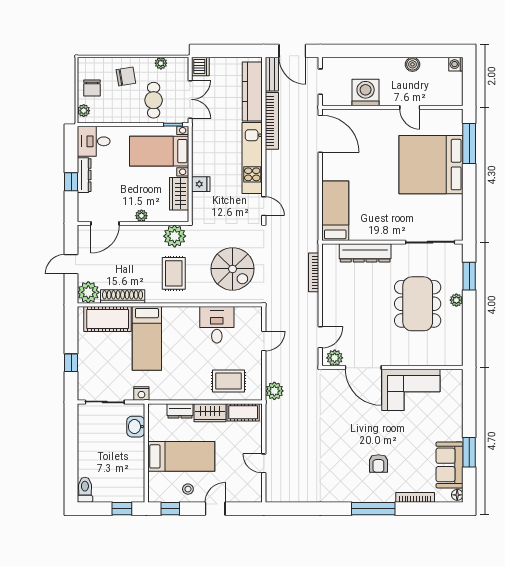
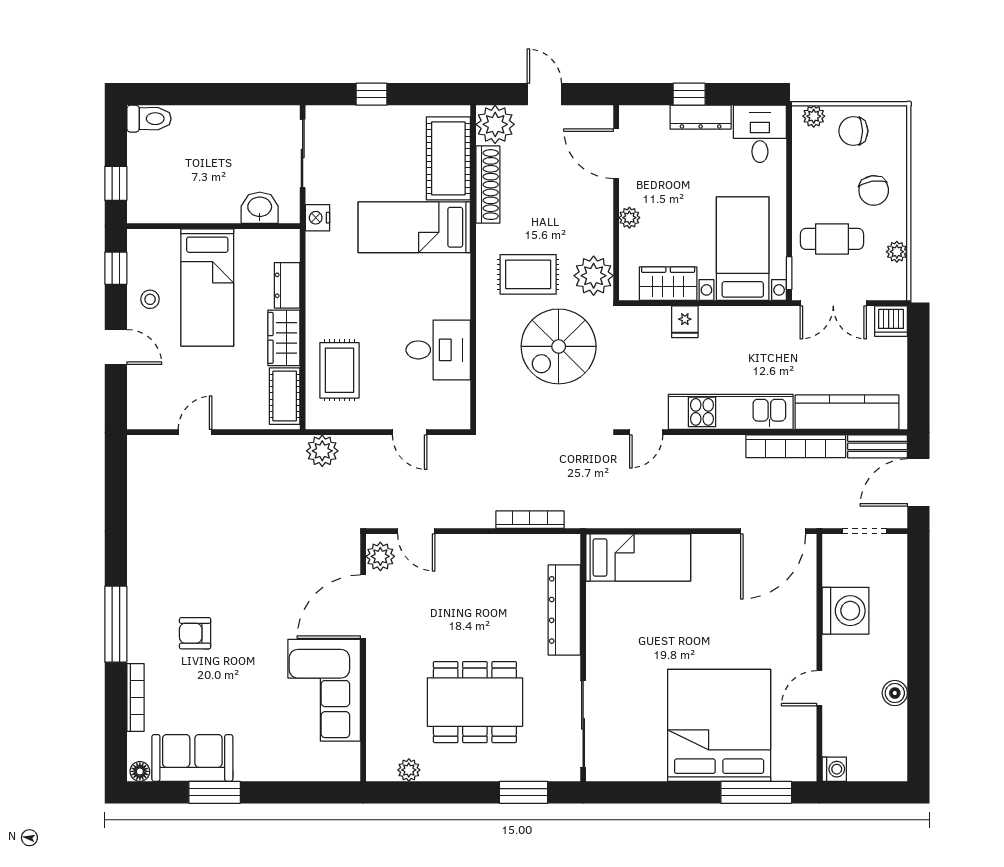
washing machine: (456, 64) -> (834, 769), moved, turned 90
spiral stairs: (233, 269) -> (559, 346), moved
plant: (456, 300) -> (409, 770), moved

